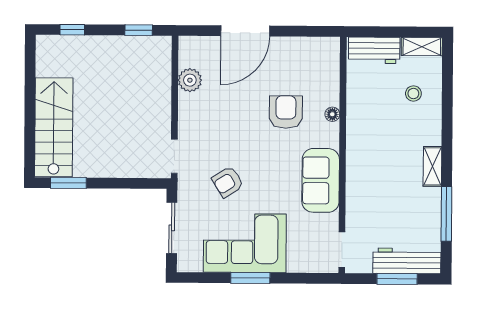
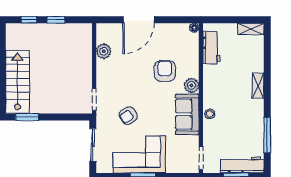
window: (139, 30) -> (56, 20), moved
workbench: (374, 50) -> (211, 48), moved, turned -90
stool: (413, 93) -> (210, 114), moved
floor lamp: (332, 114) -> (194, 28), moved
plant: (328, 135) -> (191, 85), added
shelving: (432, 166) -> (258, 86), moved

